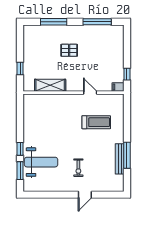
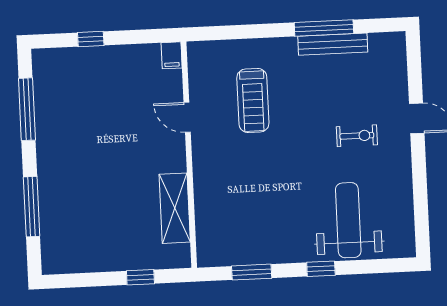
pallet: (69, 50) -> (94, 169), removed
window: (127, 74) -> (91, 39), moved
door: (90, 93) -> (187, 117), hinge flipped
treadmill: (96, 122) -> (253, 101), turned 180
window: (20, 171) -> (252, 272), moved

